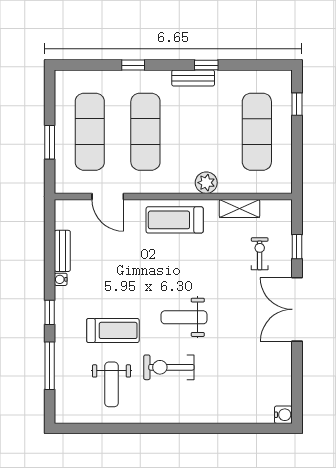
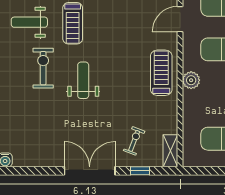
plant: (206, 183) -> (191, 80), moved
shelving: (239, 208) -> (170, 151), moved
exercise bike: (260, 254) -> (134, 141), turned -69

